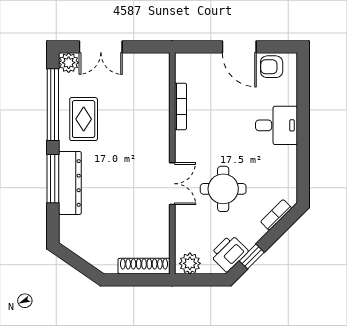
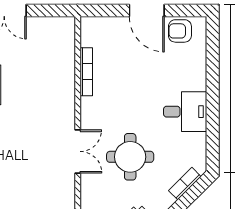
desk: (277, 125) -> (185, 112), moved

